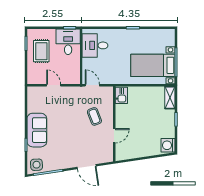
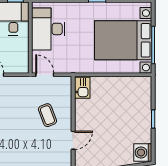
desk: (95, 45) -> (48, 29), width x1.37
bed with nightstands: (153, 65) -> (123, 40), width x1.36
shelving: (170, 98) -> (145, 91), removed

